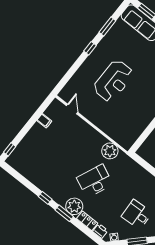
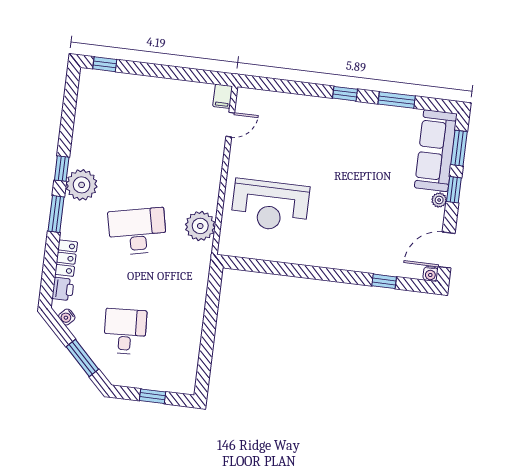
reception desk: (113, 81) -> (270, 205), moved
filing cabinet: (44, 121) -> (223, 96), moved
desk: (95, 181) -> (137, 231), turned -36
plant: (74, 206) -> (82, 185), moved

